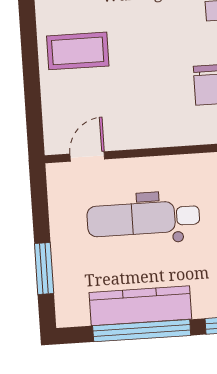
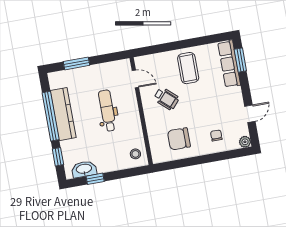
wheelchair: (133, 100) -> (166, 99), added
dental chair: (143, 218) -> (107, 111), width x0.73, depth x0.72

